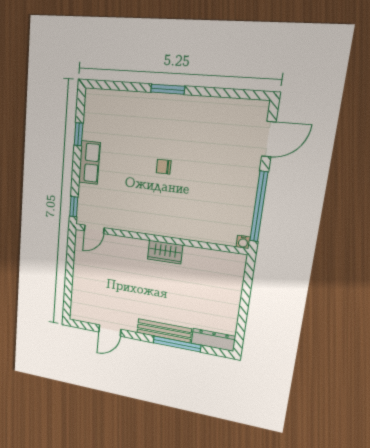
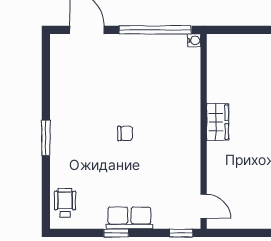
wheelchair: (107, 104) -> (65, 203), added
window: (79, 134) -> (116, 233), moved
chair: (164, 167) -> (125, 133), turned -90

